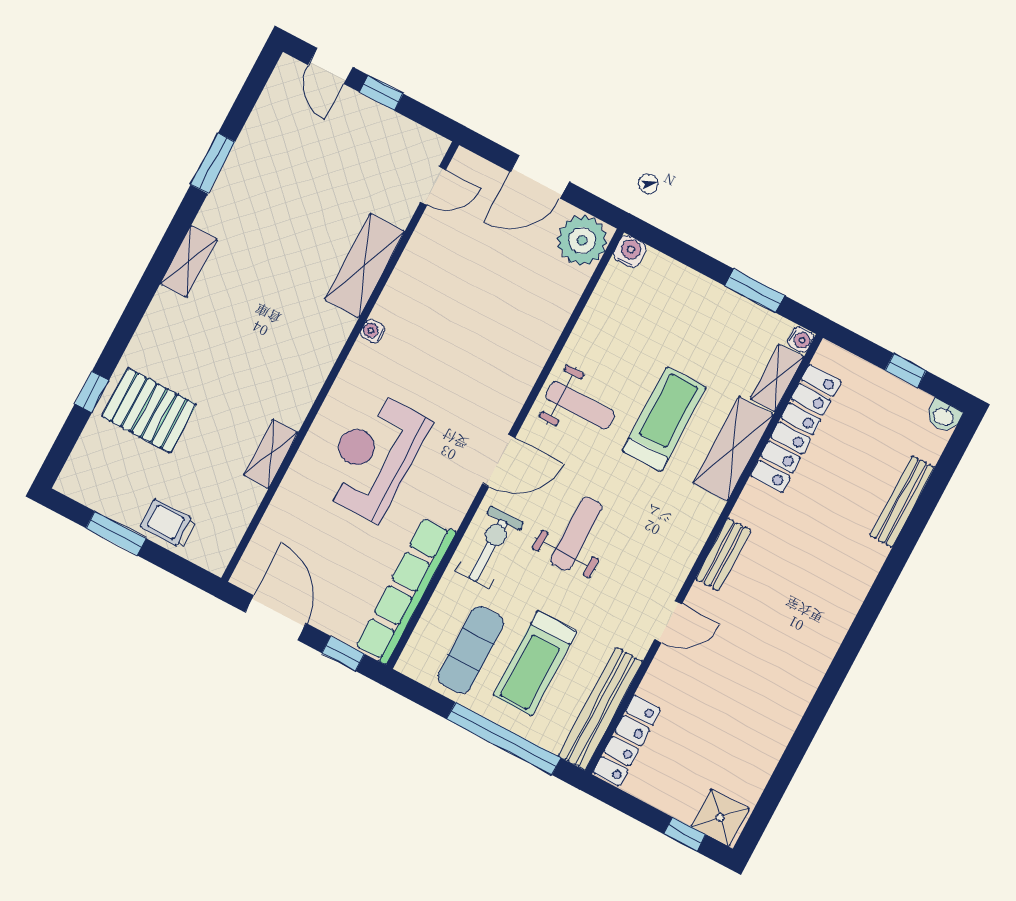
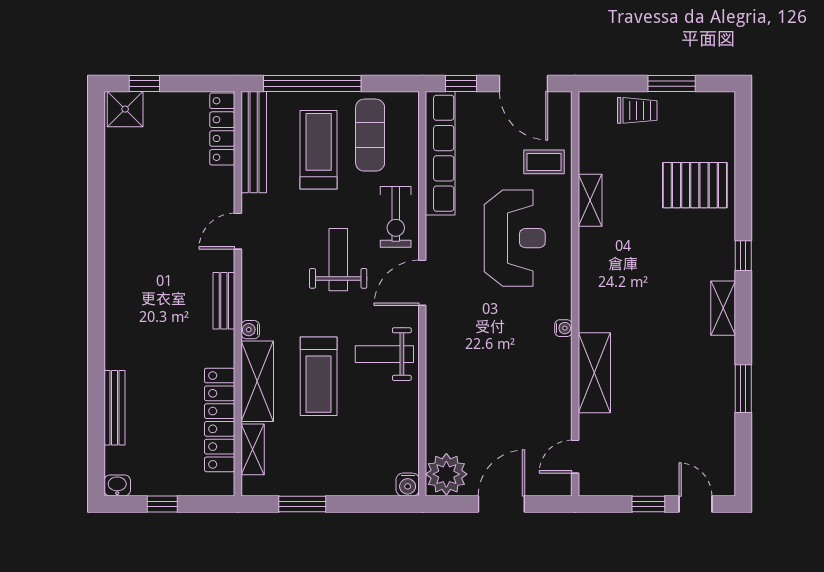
water cooler: (801, 340) -> (250, 330), moved
window: (92, 392) -> (743, 256), moved
coffee table: (298, 521) -> (544, 162), added
weight bench: (576, 534) -> (338, 260), turned 180

